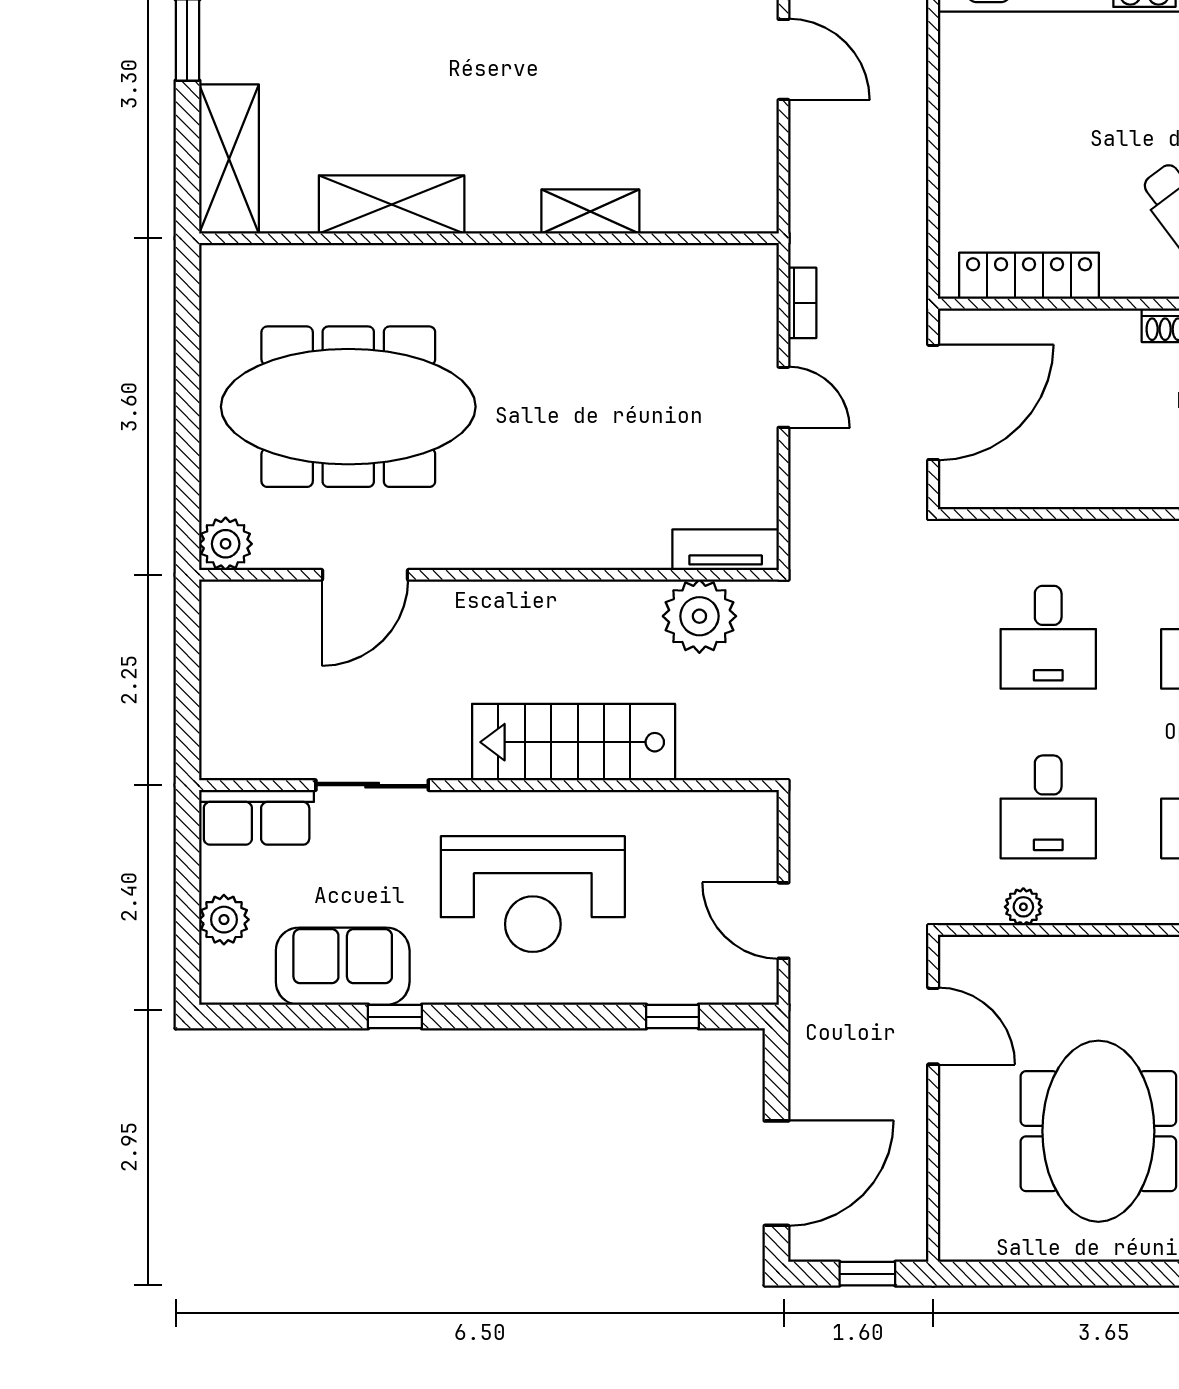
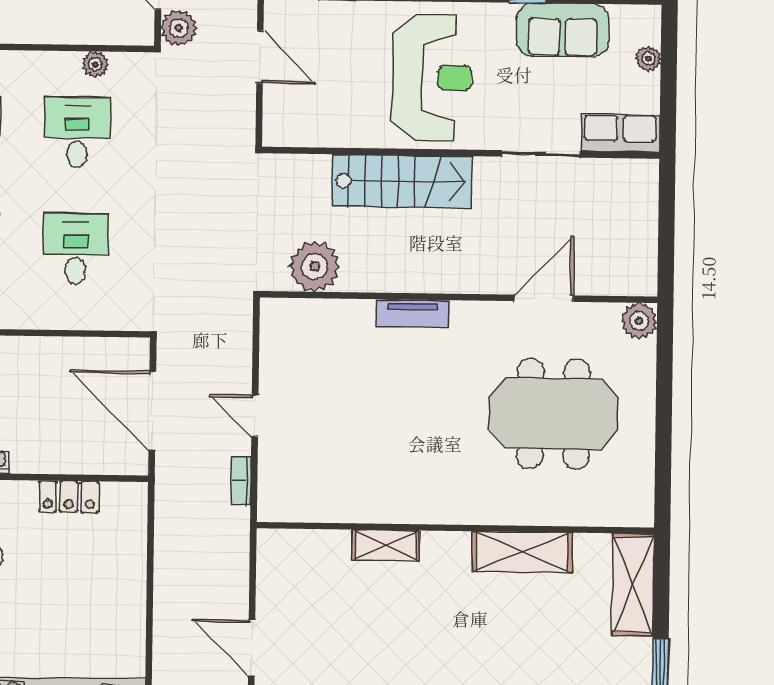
locker: (1029, 276) -> (69, 497), width x0.66
door: (933, 402) -> (152, 411), hinge flipped
meeting table: (348, 407) -> (554, 414), width x0.73
tv unit: (726, 550) -> (413, 314), moved
reception desk: (533, 894) -> (432, 78), turned 90
plant: (224, 920) -> (648, 58), width x0.73, depth x0.73
plant: (902, 961) -> (179, 28), added

